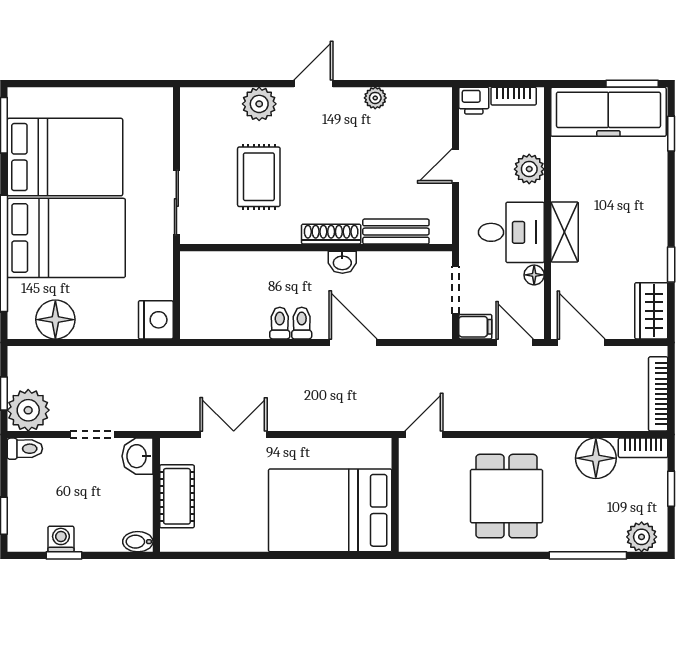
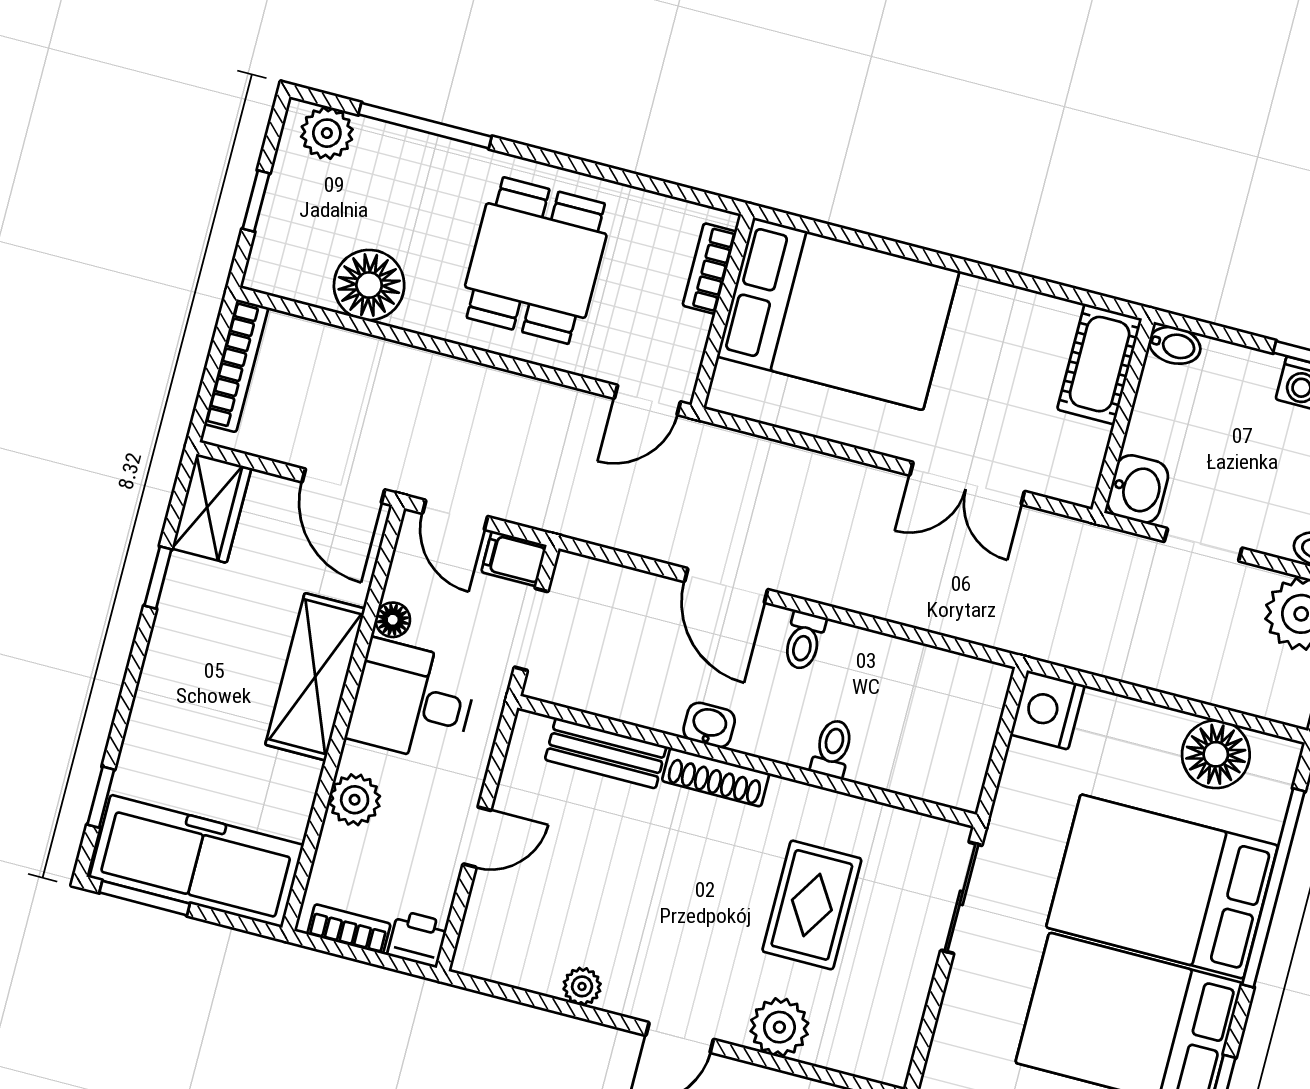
shelving: (565, 232) -> (315, 677), width x1.50, depth x1.33
toilet: (280, 323) -> (832, 749), moved, turned 180
bookcase: (643, 448) -> (710, 269), moved, turned -90
cot: (177, 496) -> (1100, 364), moved

